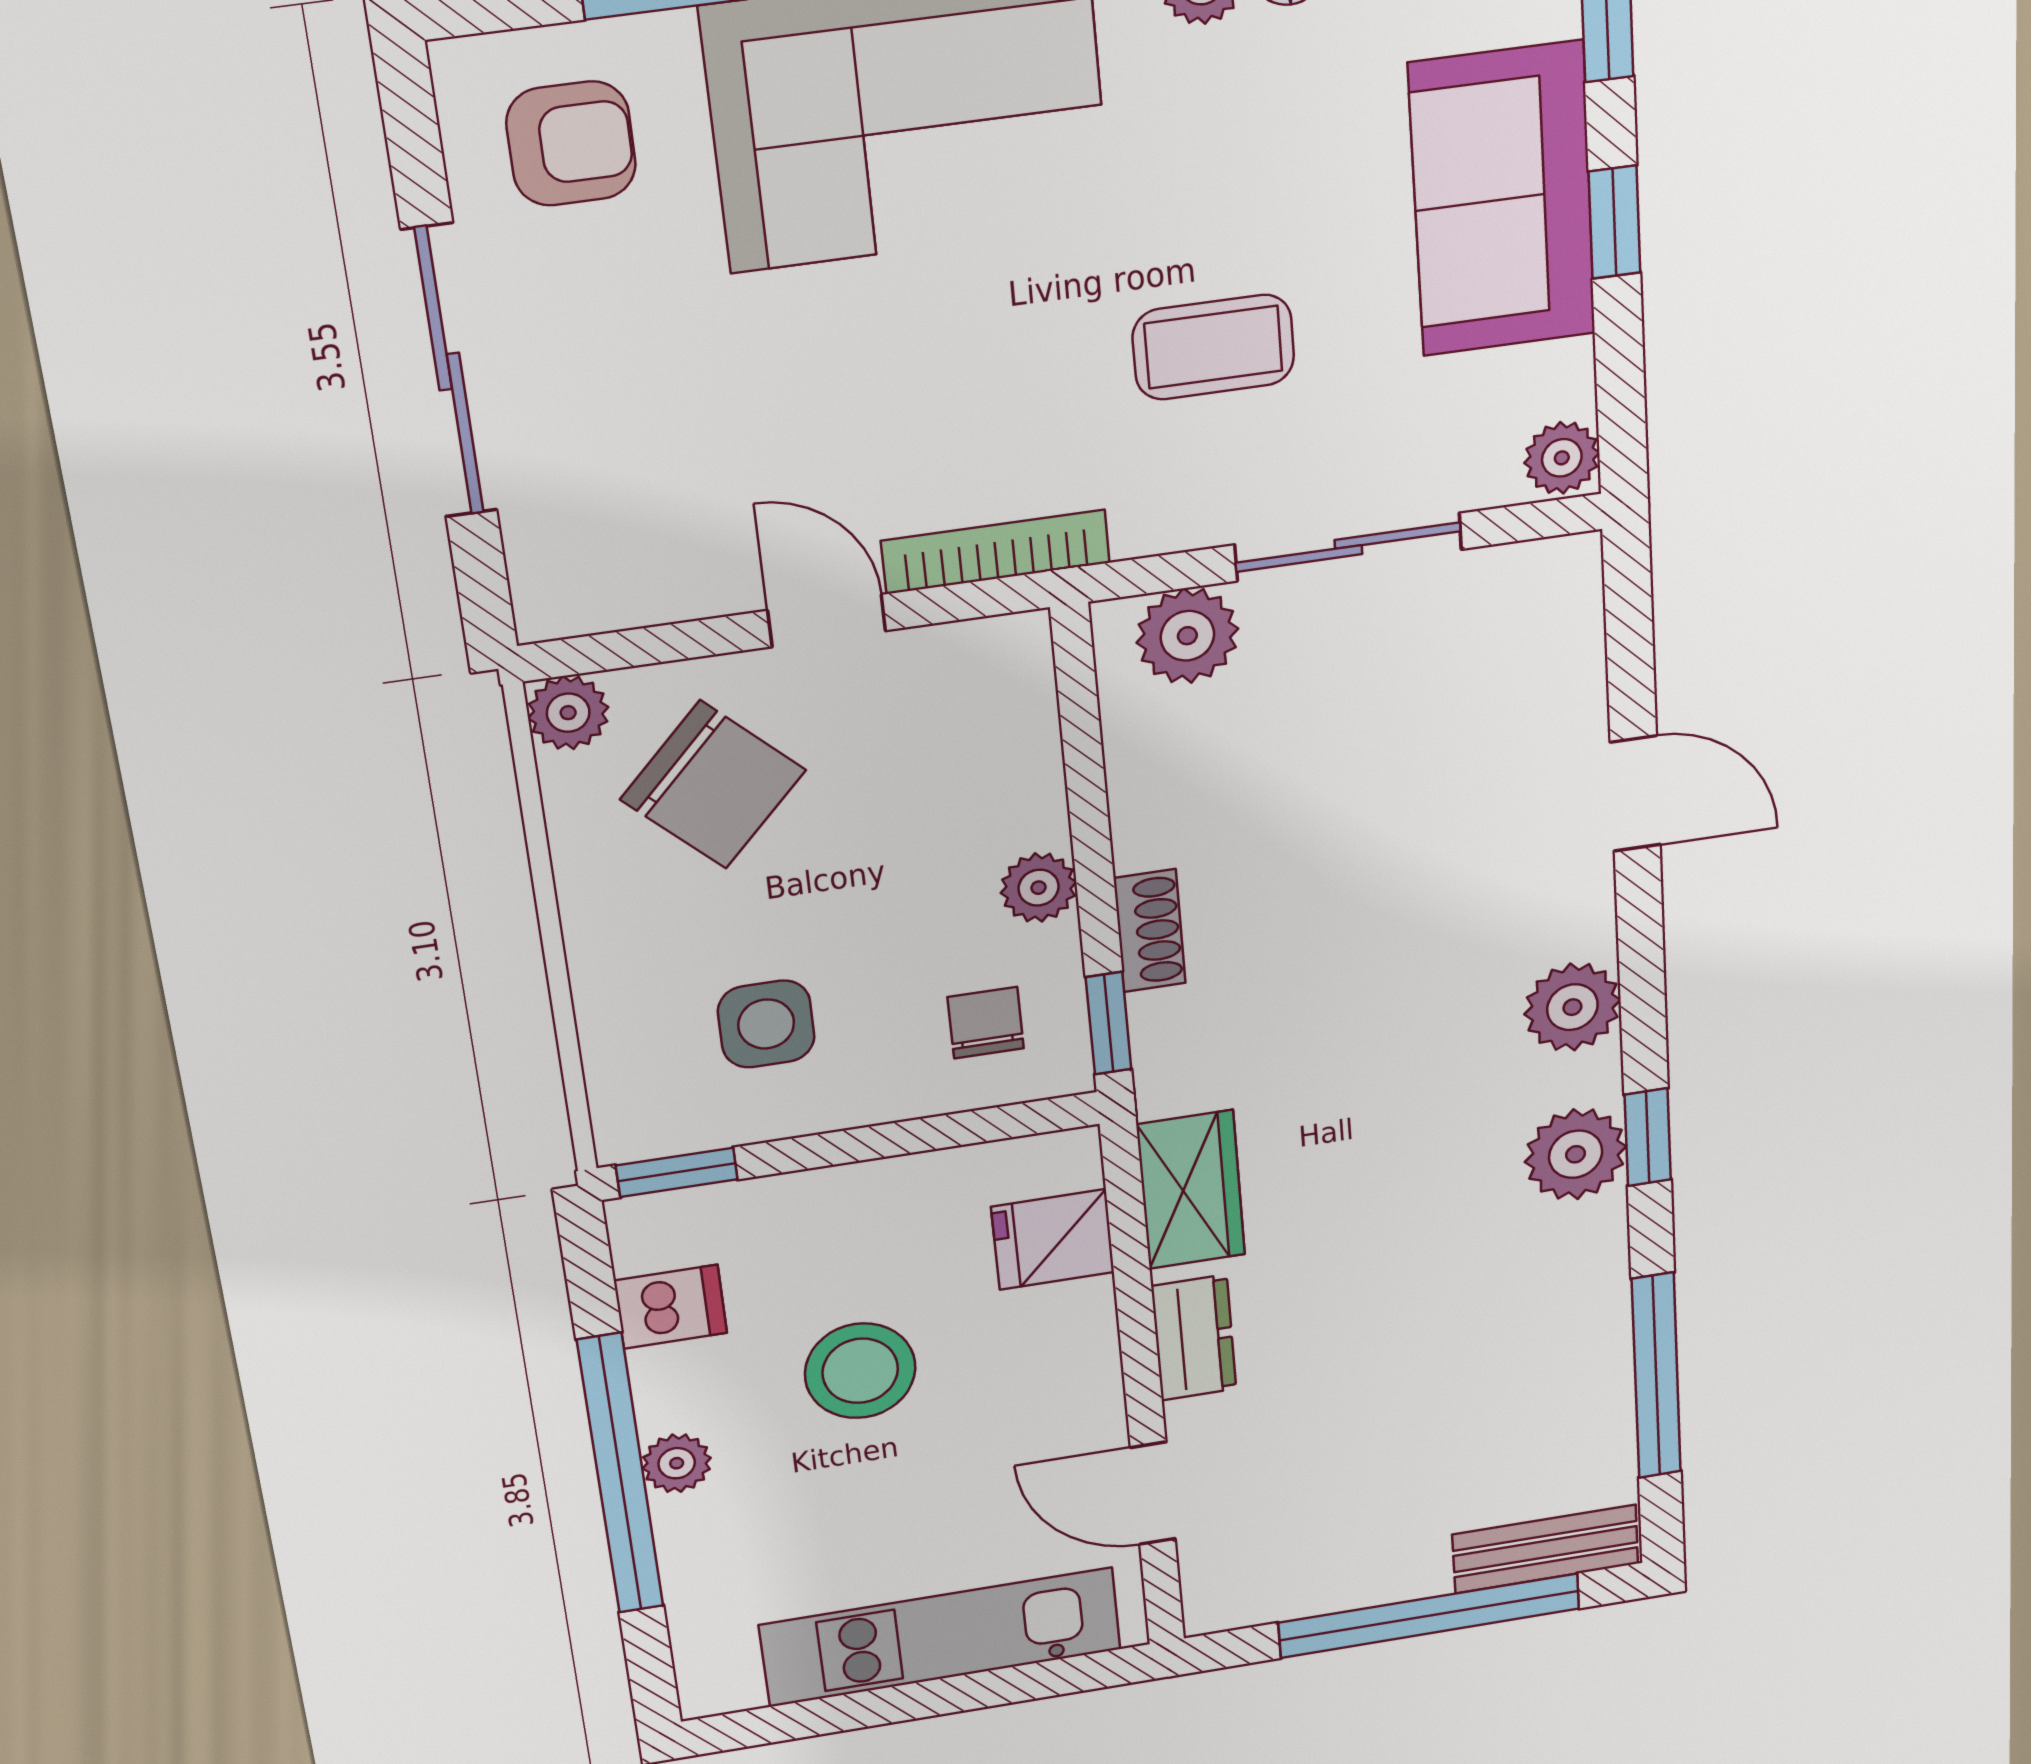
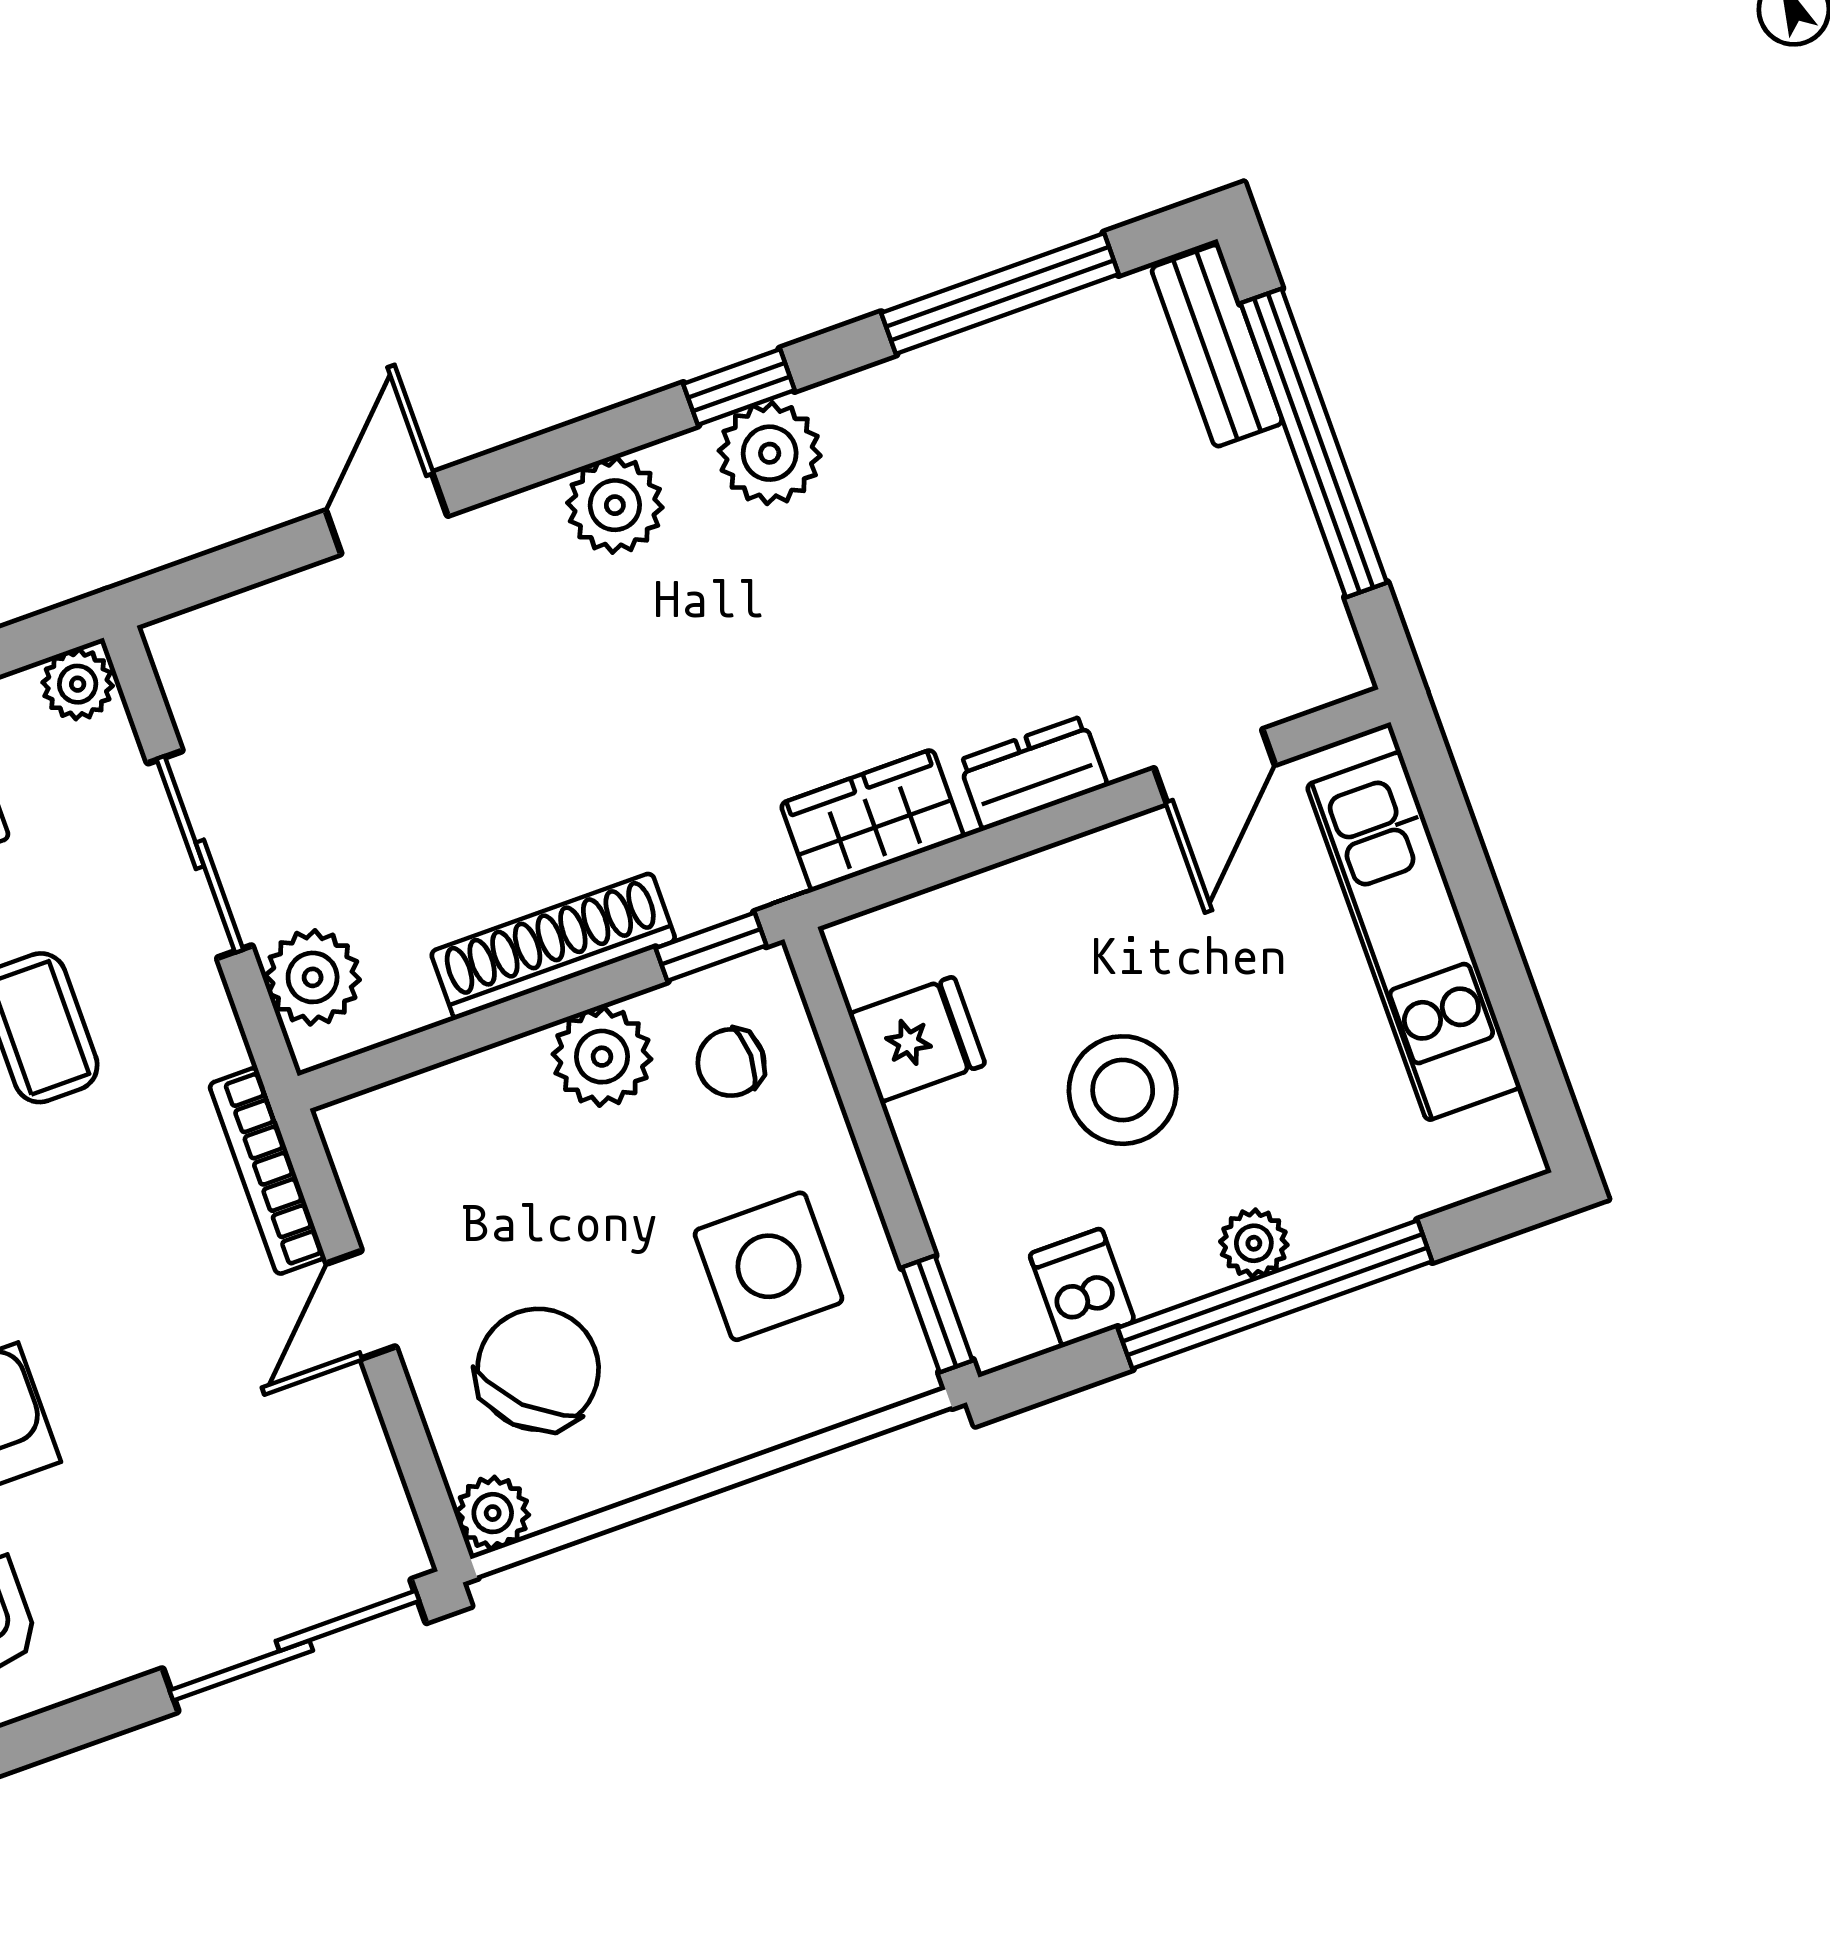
sliding door: (449, 372) -> (294, 1646), moved
plant: (1039, 888) -> (602, 1057), width x1.38, depth x1.38
shoe rack: (1150, 931) -> (553, 946), width x1.94, depth x1.24
side table: (766, 1024) -> (768, 1266), width x1.37, depth x1.37
fridge: (1053, 1240) -> (917, 1039), moved, turned -90

